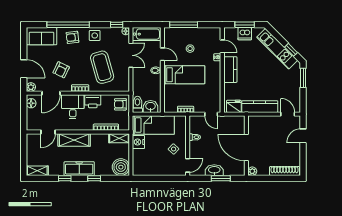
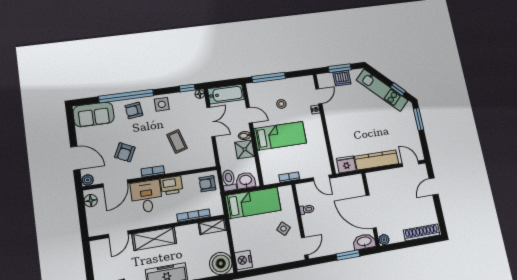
door: (222, 46) -> (319, 96), hinge flipped
coffee table: (102, 67) -> (177, 141), width x0.54, depth x0.58
kitchen counter: (230, 70) -> (333, 122), removed
shower: (154, 82) -> (245, 149), added
nightstand: (138, 142) -> (243, 260), moved
washbasin: (214, 170) -> (364, 242), moved

